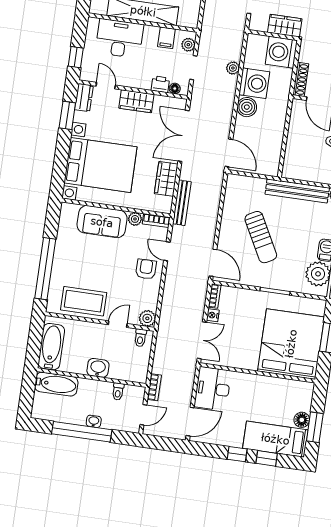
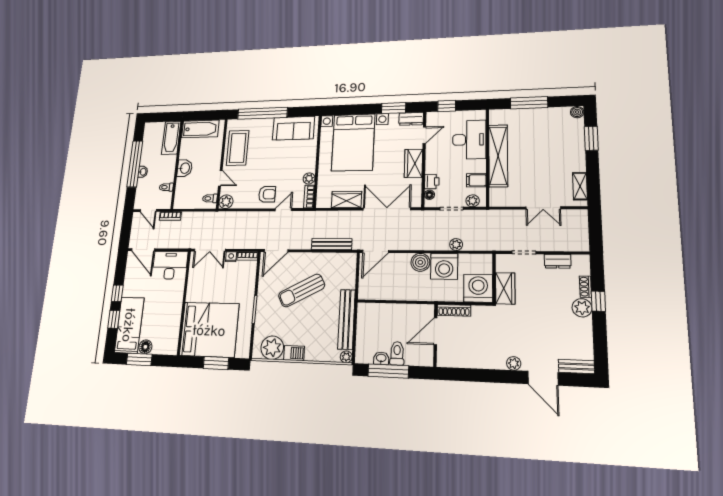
bench: (182, 203) -> (332, 244), moved
sofa: (102, 222) -> (294, 128), moved, turned -90

